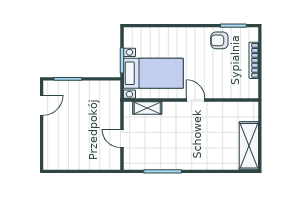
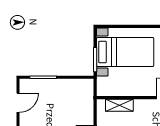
bed with nightstands: (153, 73) -> (125, 52), moved

